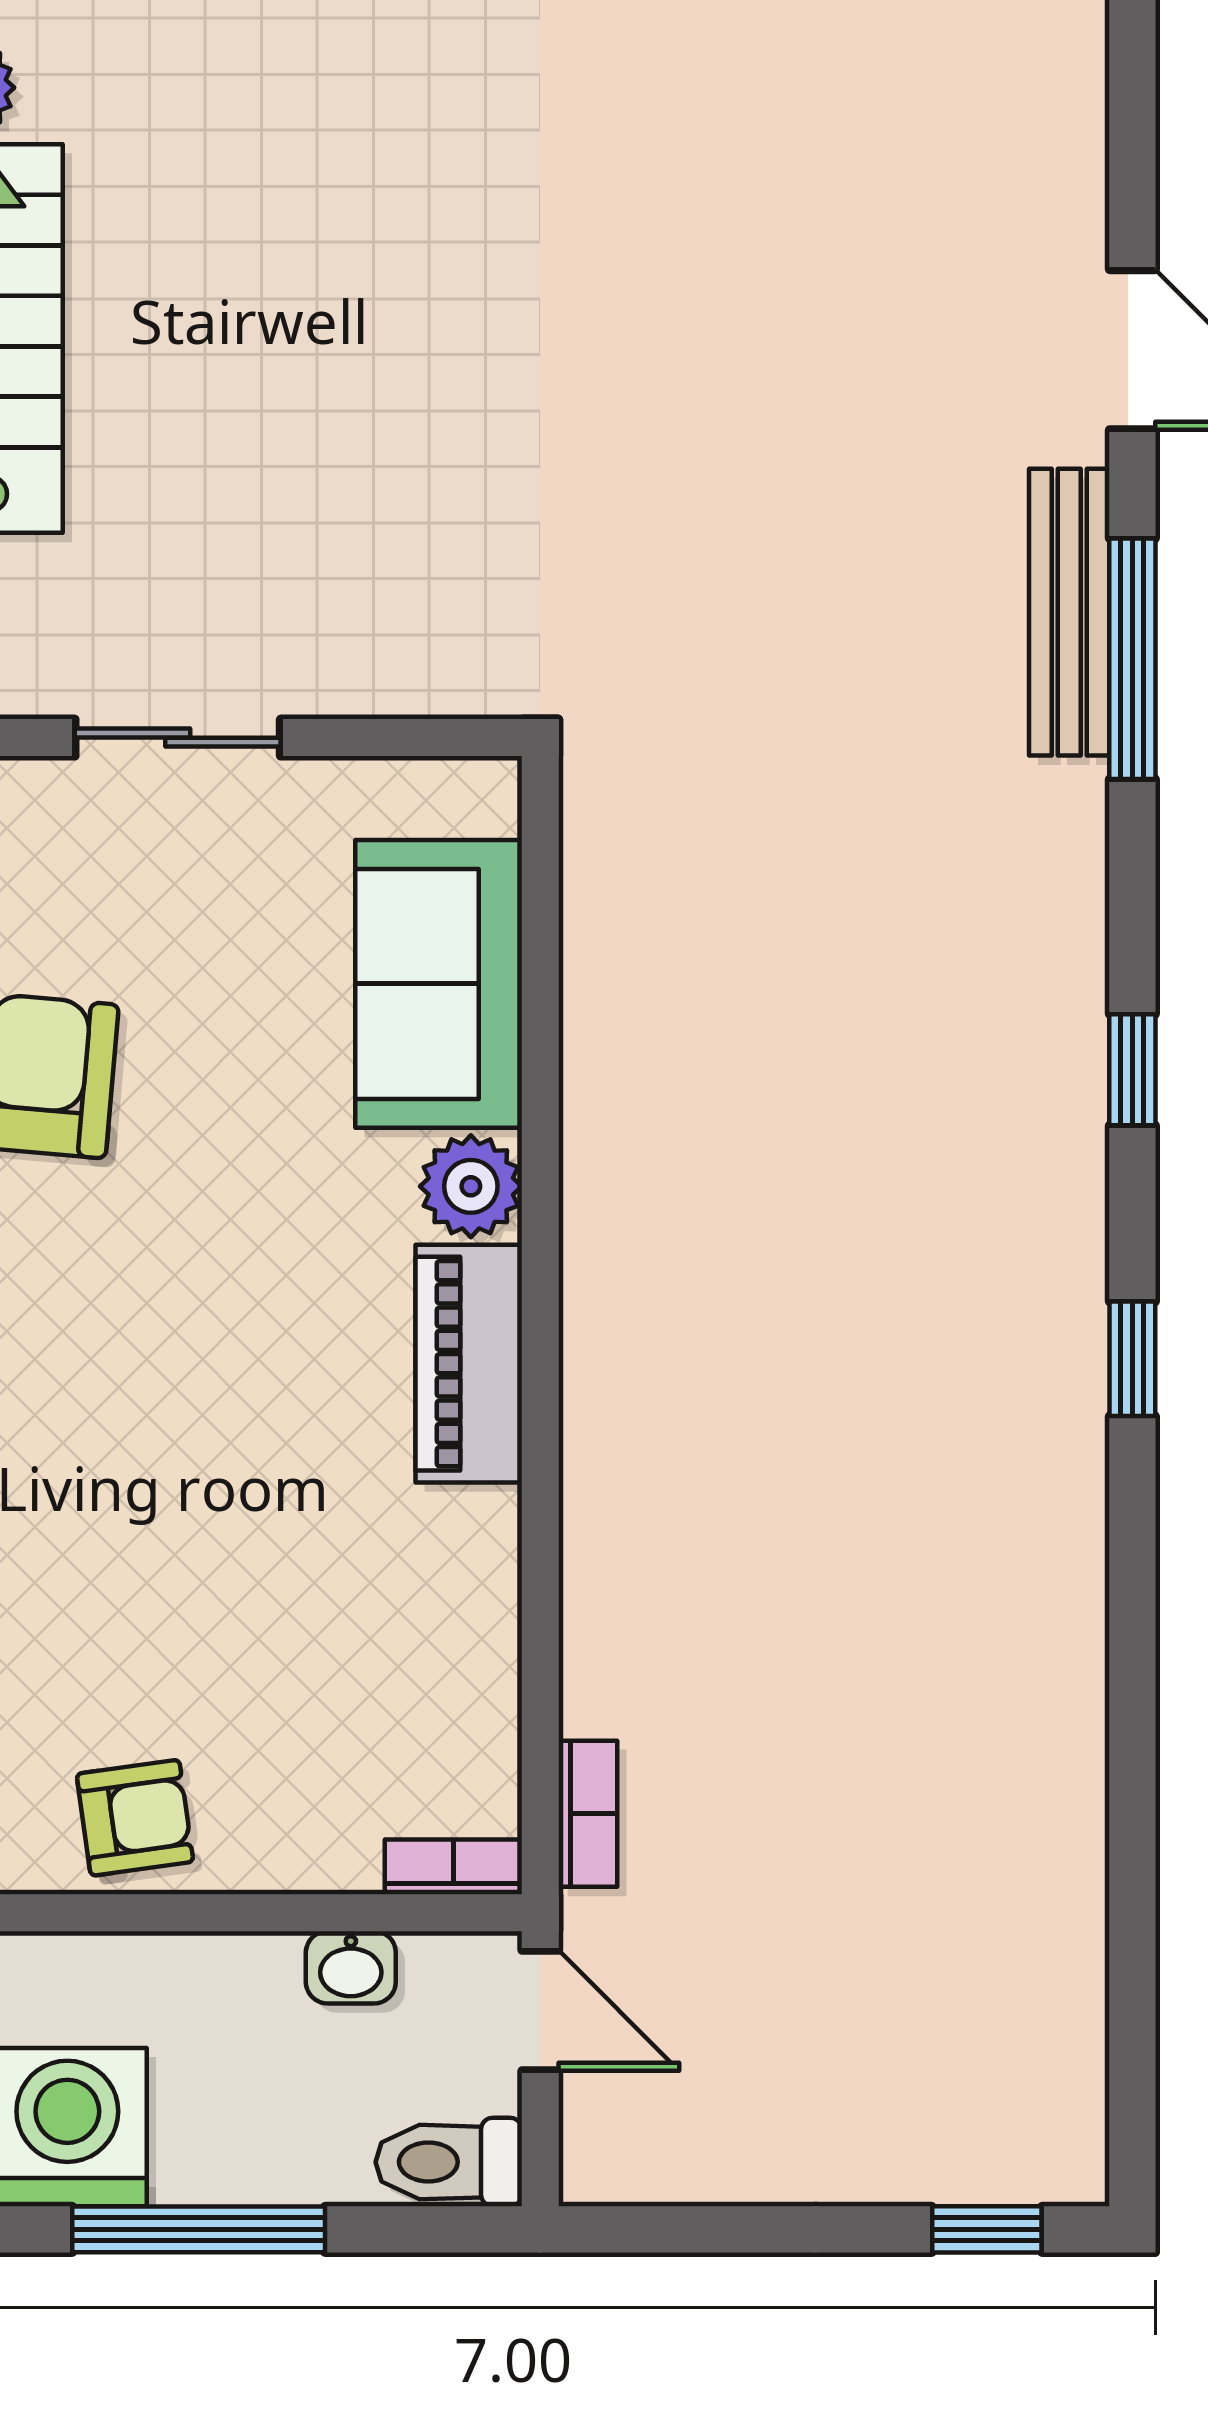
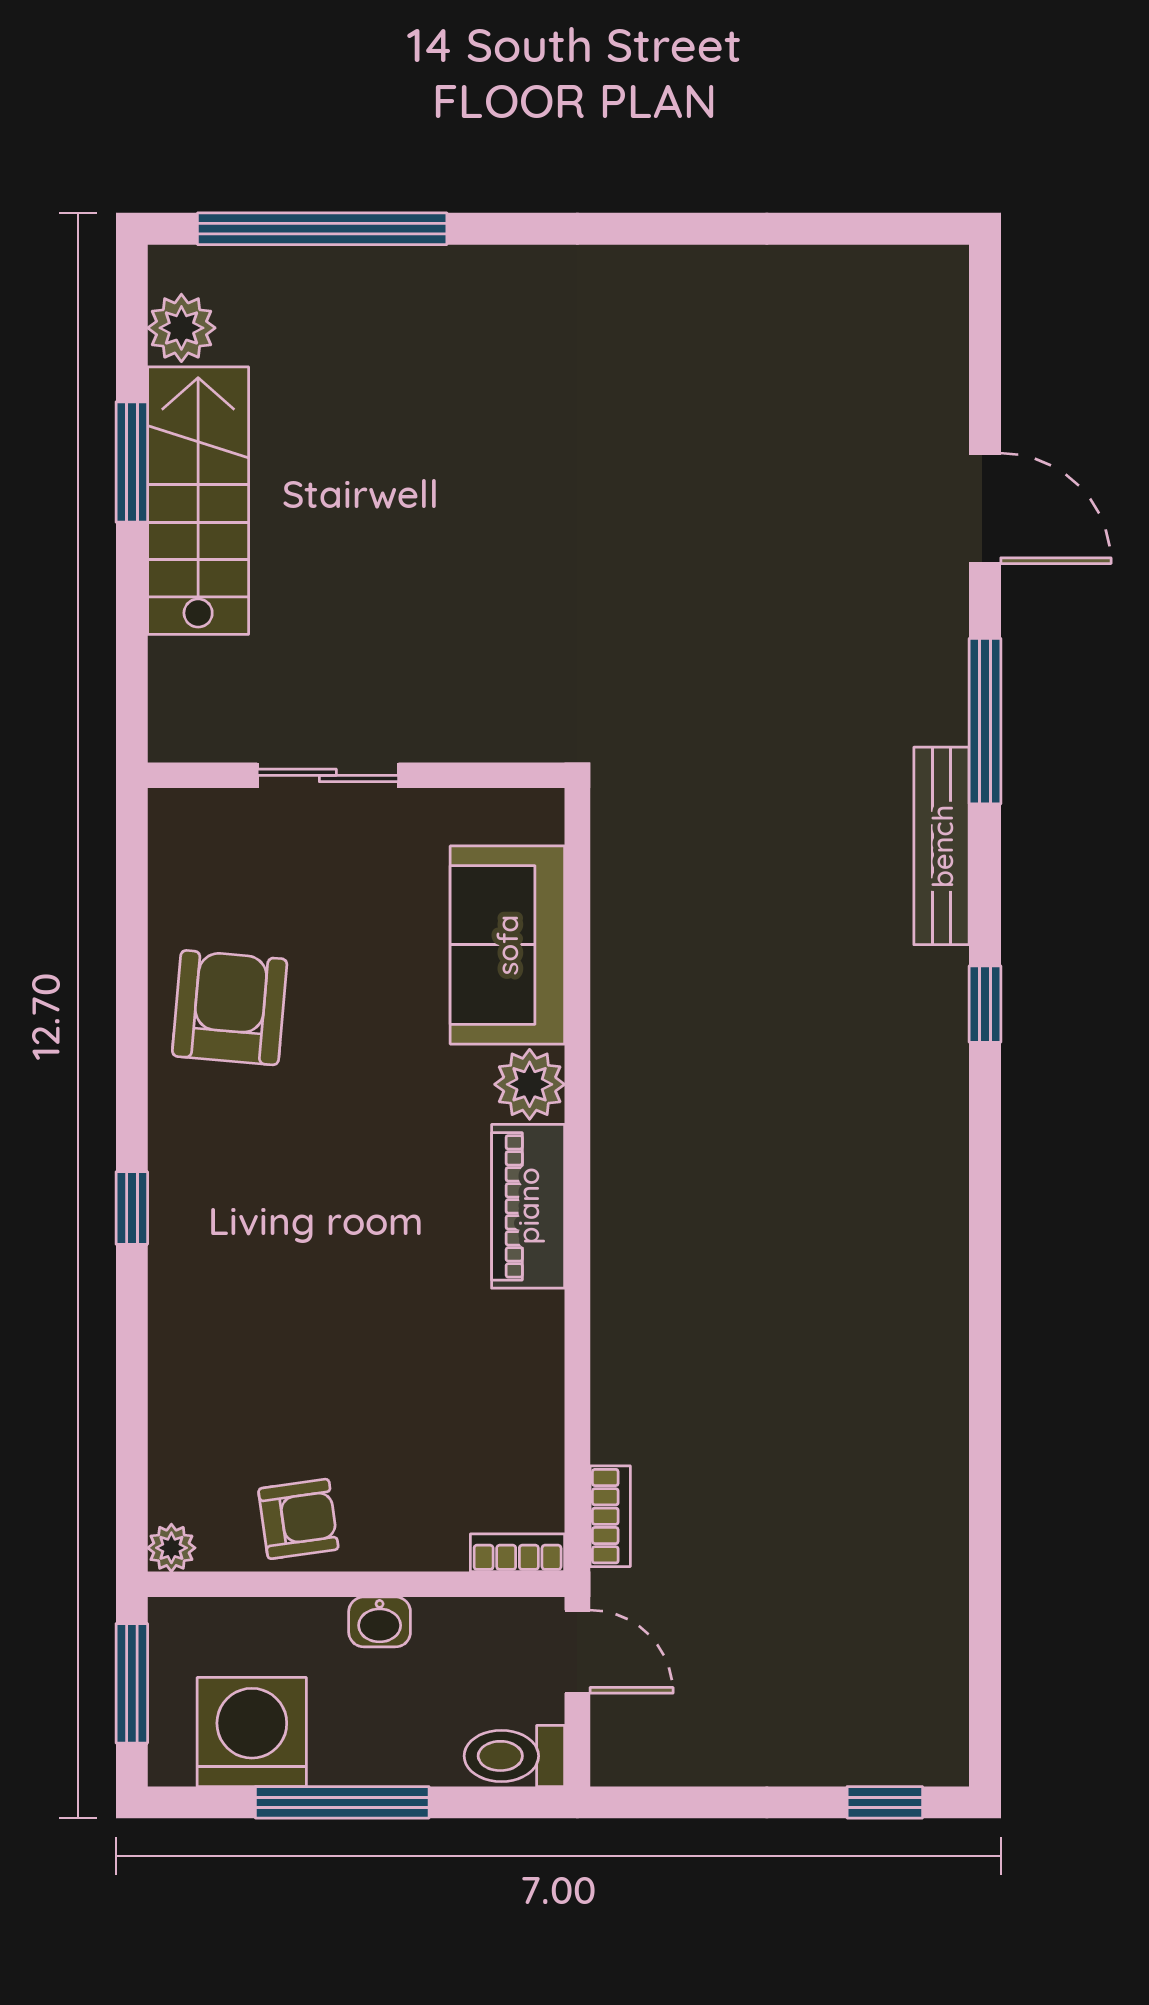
bench: (1069, 612) -> (942, 846), moved
window: (1132, 1359) -> (985, 1203), removed
washbasin: (351, 1967) -> (380, 1622), moved

